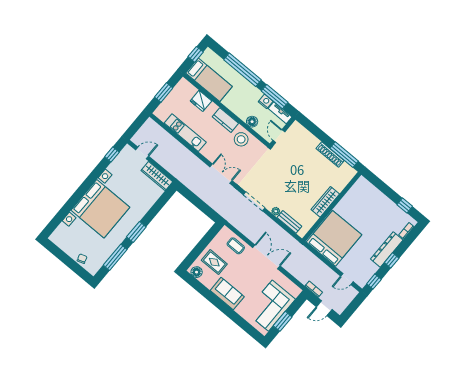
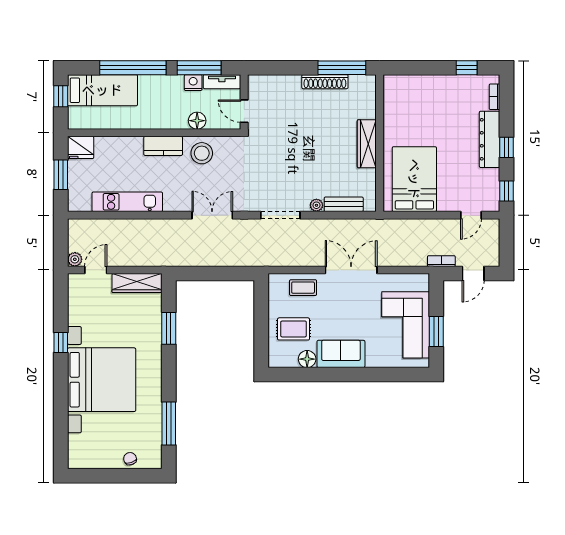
bed: (209, 80) -> (102, 90), moved
fridge: (201, 101) -> (81, 147), moved
plant: (136, 139) -> (75, 259), added
window: (112, 154) -> (61, 343), moved
window: (136, 232) -> (169, 328), moved
bed: (334, 238) -> (414, 179), width x0.73
floor lamp: (197, 272) -> (307, 359), moved

